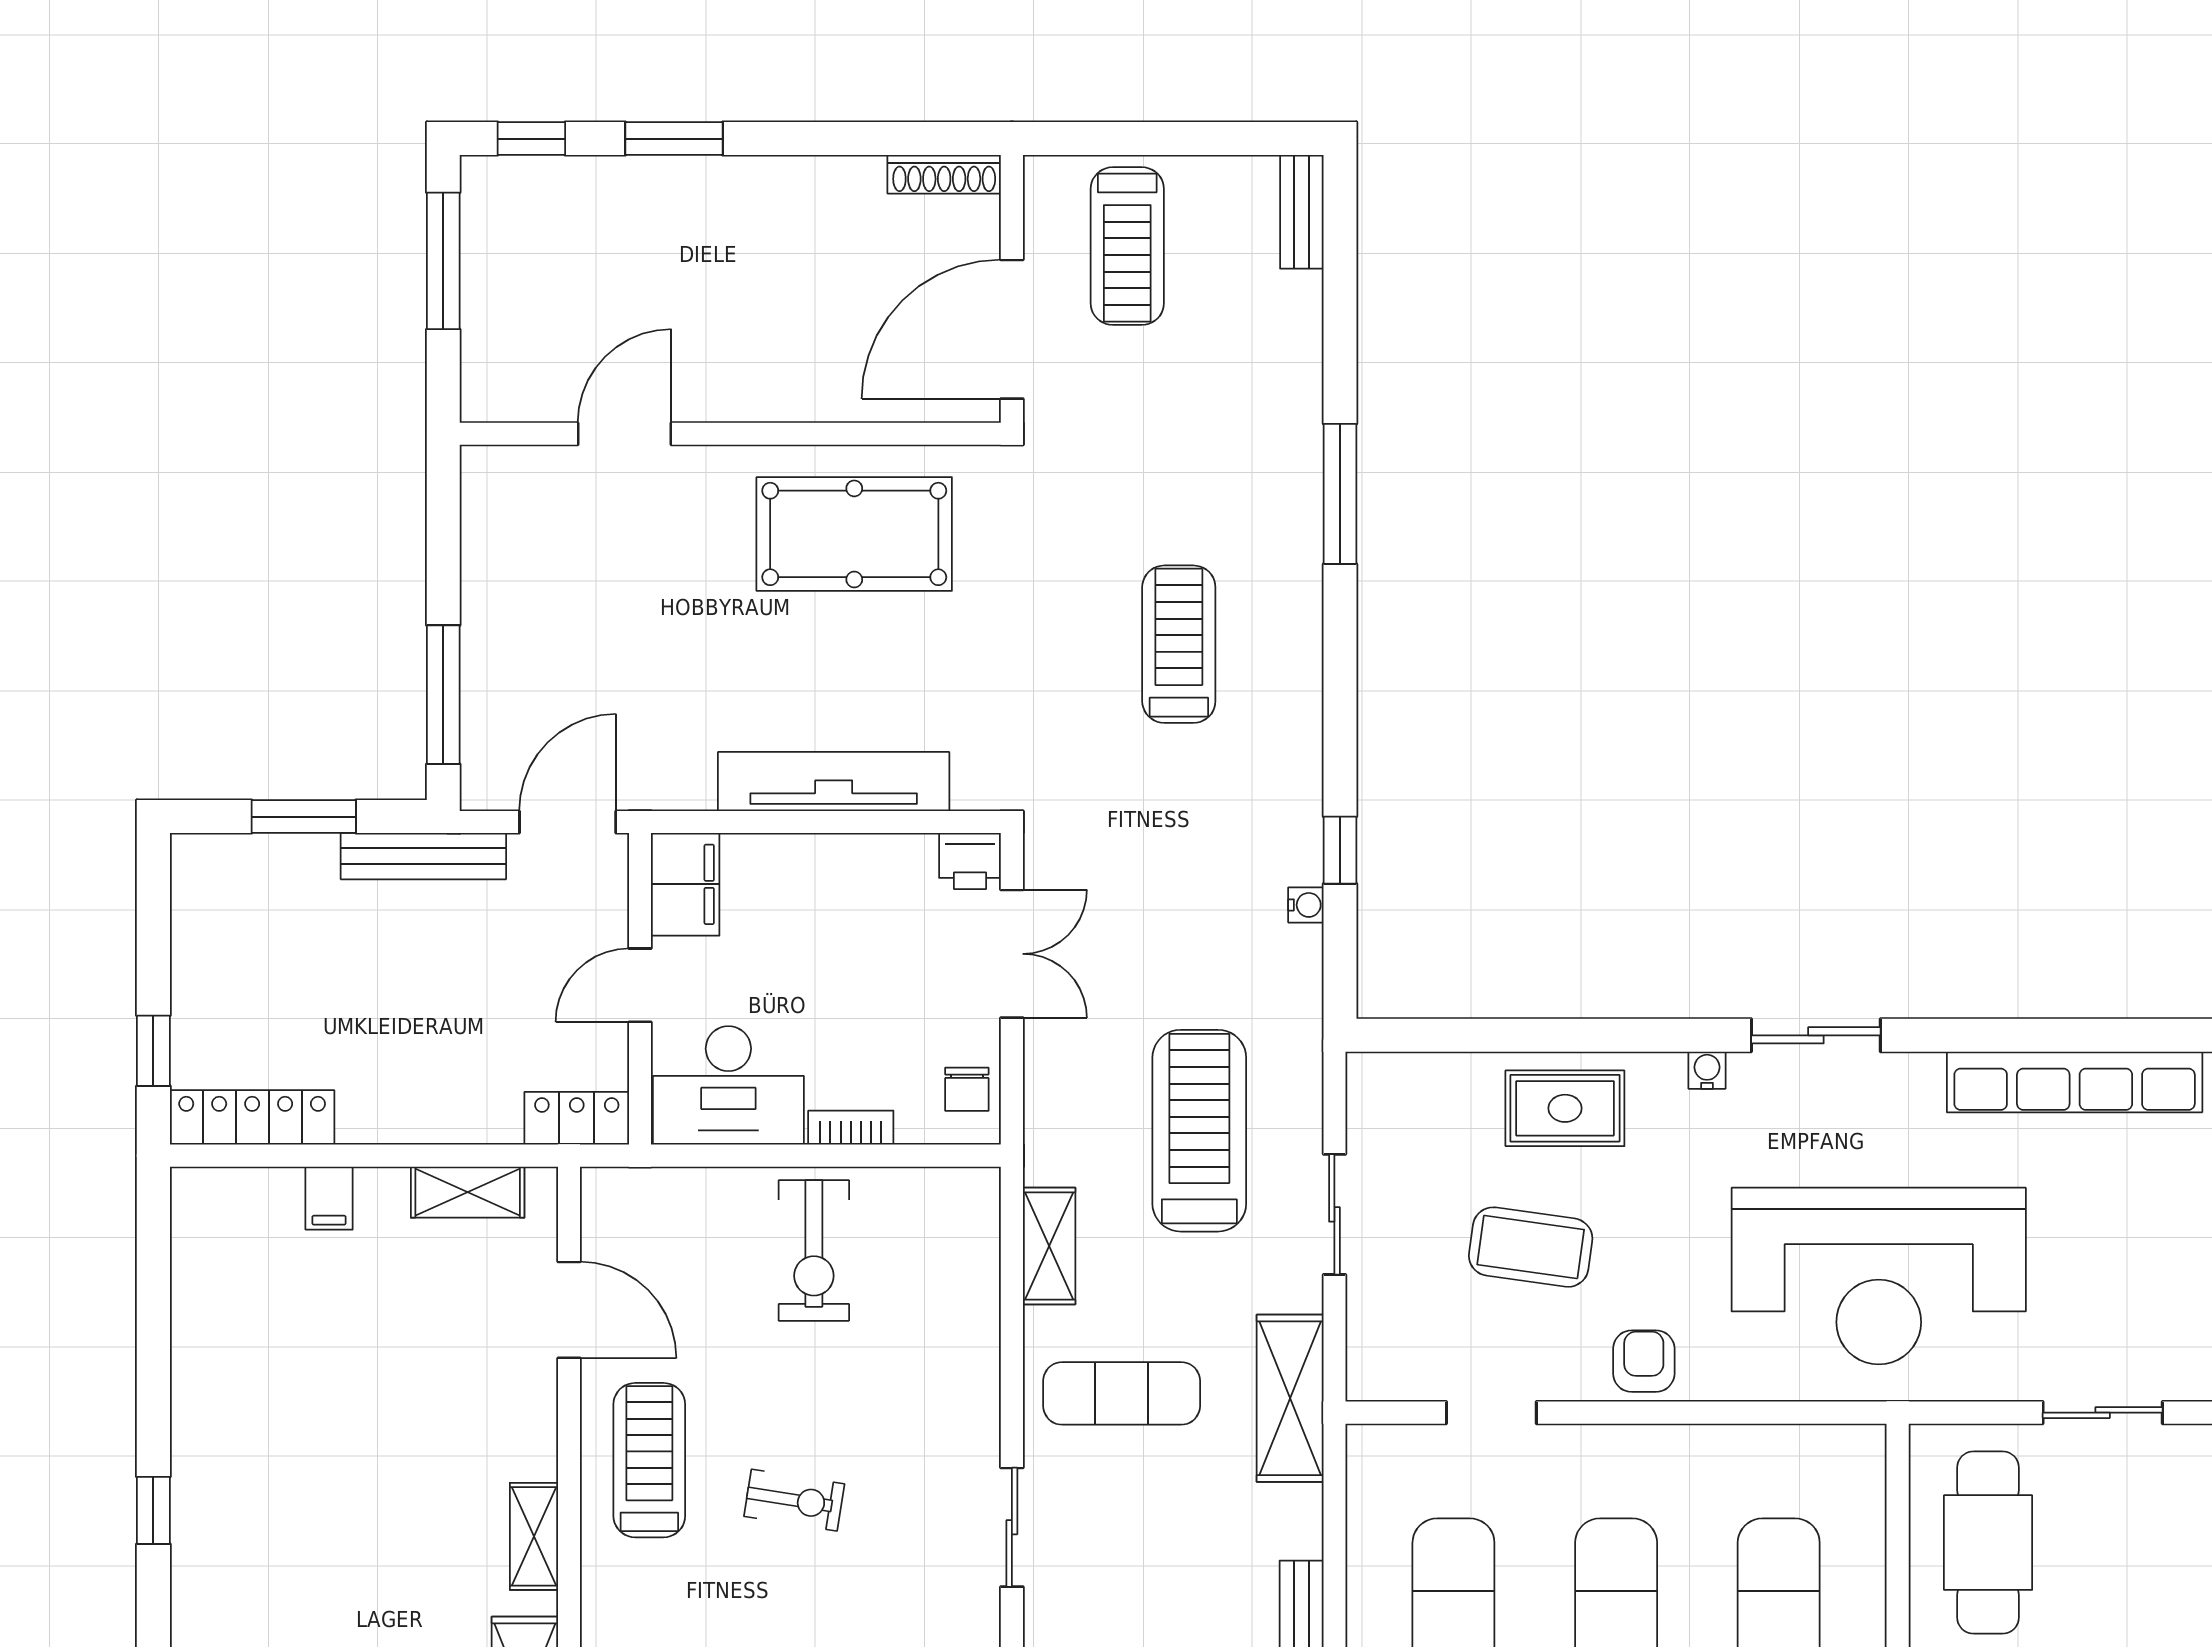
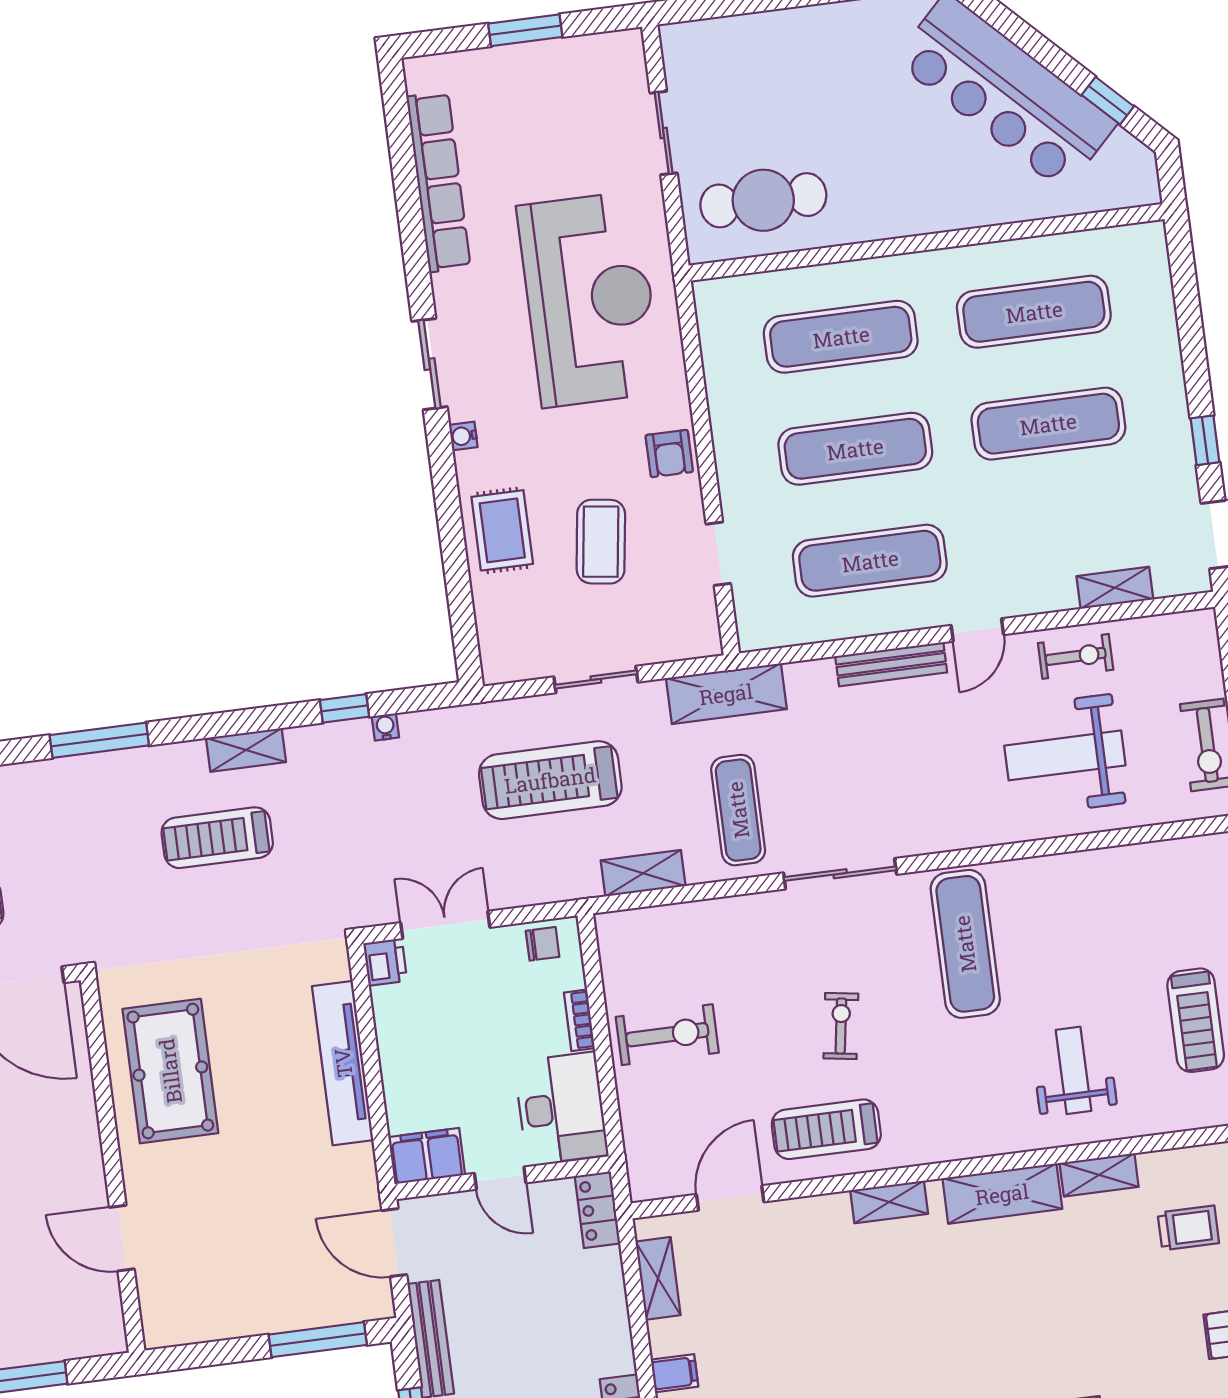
shelving: (1299, 701) -> (246, 750), added
armchair: (1644, 1361) -> (669, 453), turned -90
sliding door: (1012, 1527) -> (840, 874), width x1.37

